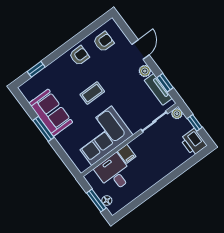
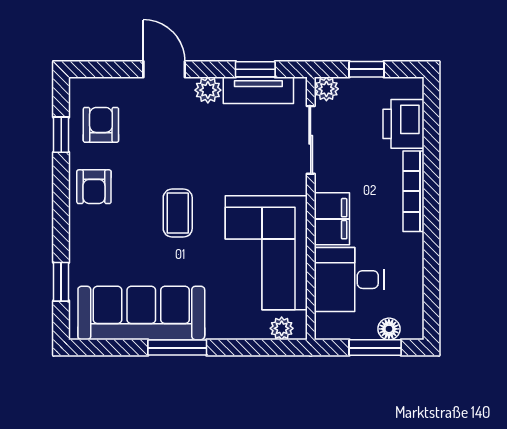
window: (89, 30) -> (61, 135), added
armchair: (79, 56) -> (94, 187), turned 180
sofa: (51, 113) -> (141, 313), width x1.36
printer: (193, 142) -> (403, 124), moved, turned 90
filing cabinet: (127, 154) -> (332, 219), width x2.00
plant: (78, 161) -> (282, 328), added
bookcase: (163, 173) -> (413, 191), added

